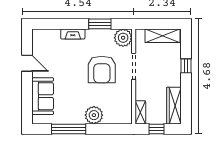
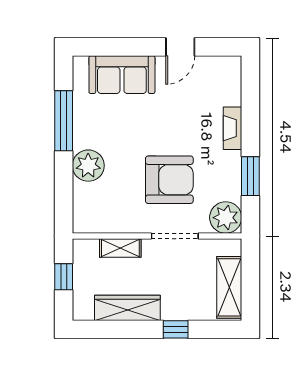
armchair: (102, 69) -> (169, 180), turned 180
wardrobe: (174, 106) -> (127, 308), moved
shelving: (140, 112) -> (120, 248), moved

